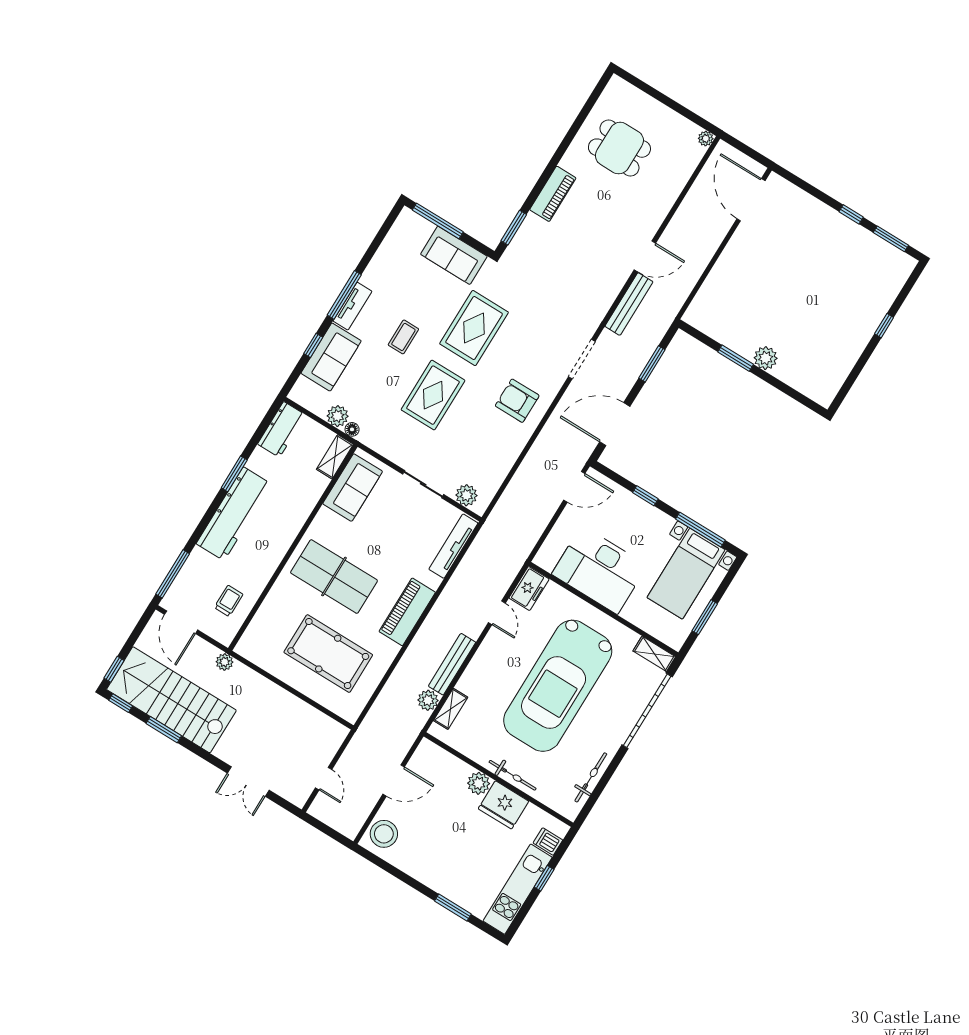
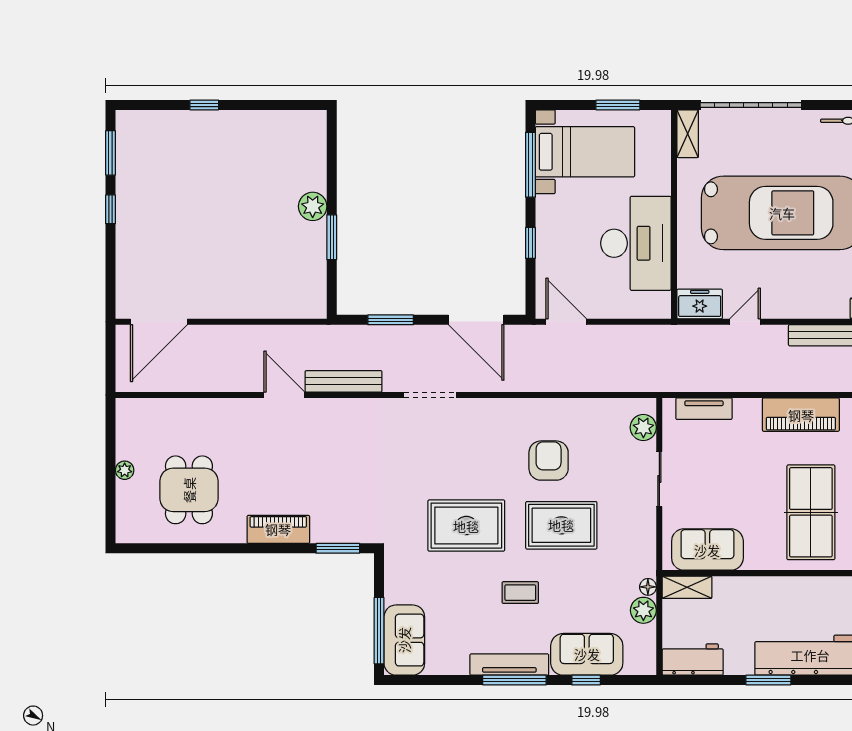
plant: (706, 139) -> (125, 470), moved
sofa: (454, 255) -> (404, 640), moved
tv unit: (352, 306) -> (509, 665), width x1.41
armchair: (517, 401) -> (549, 461), moved, turned 180
tv unit: (453, 546) -> (704, 409), width x0.71

